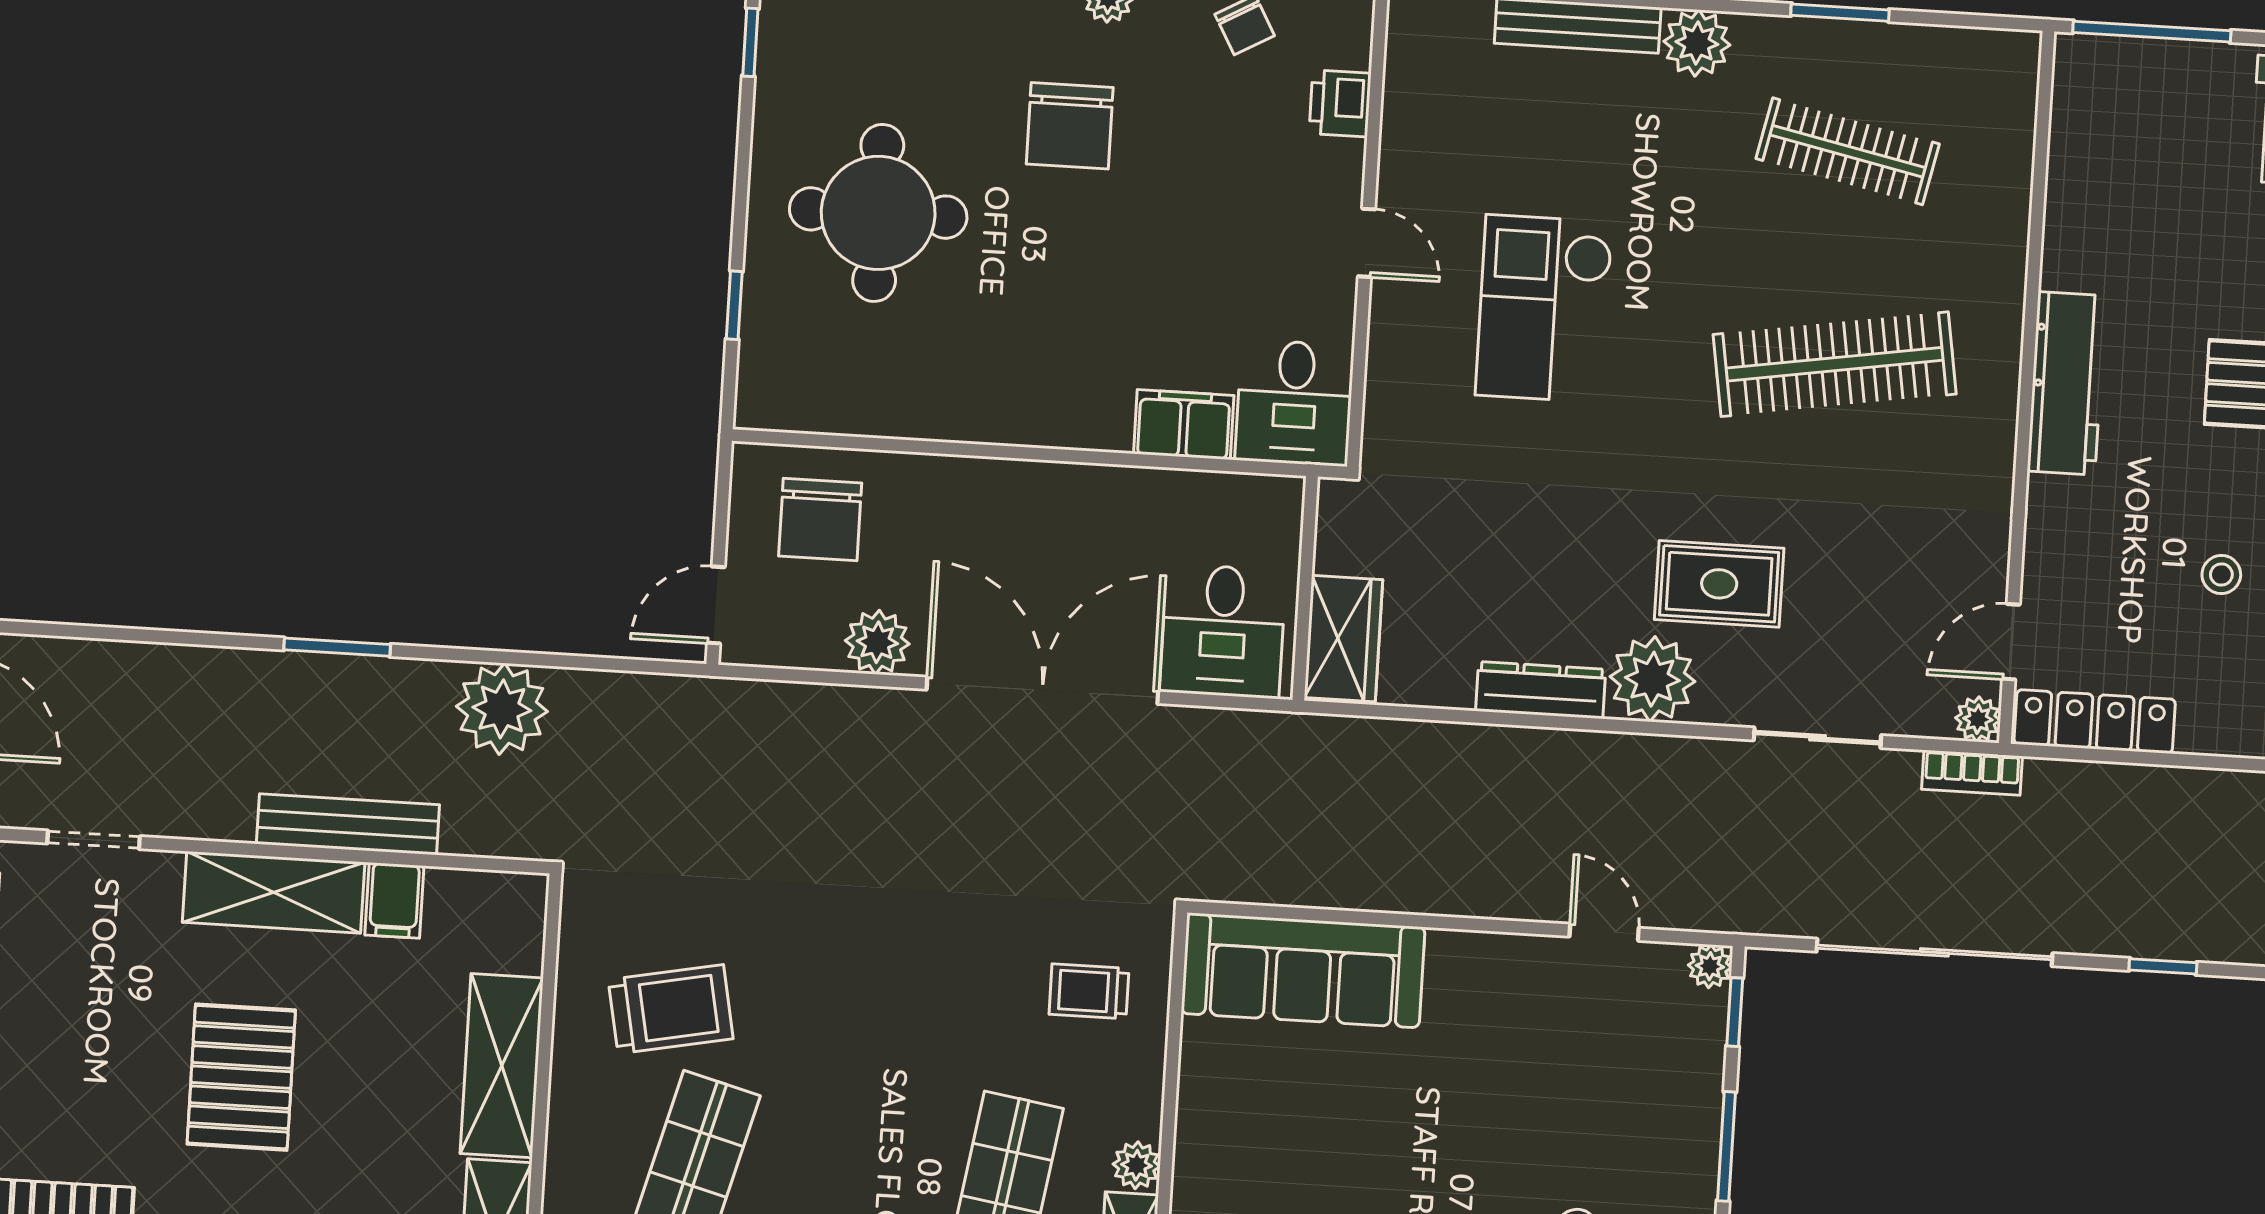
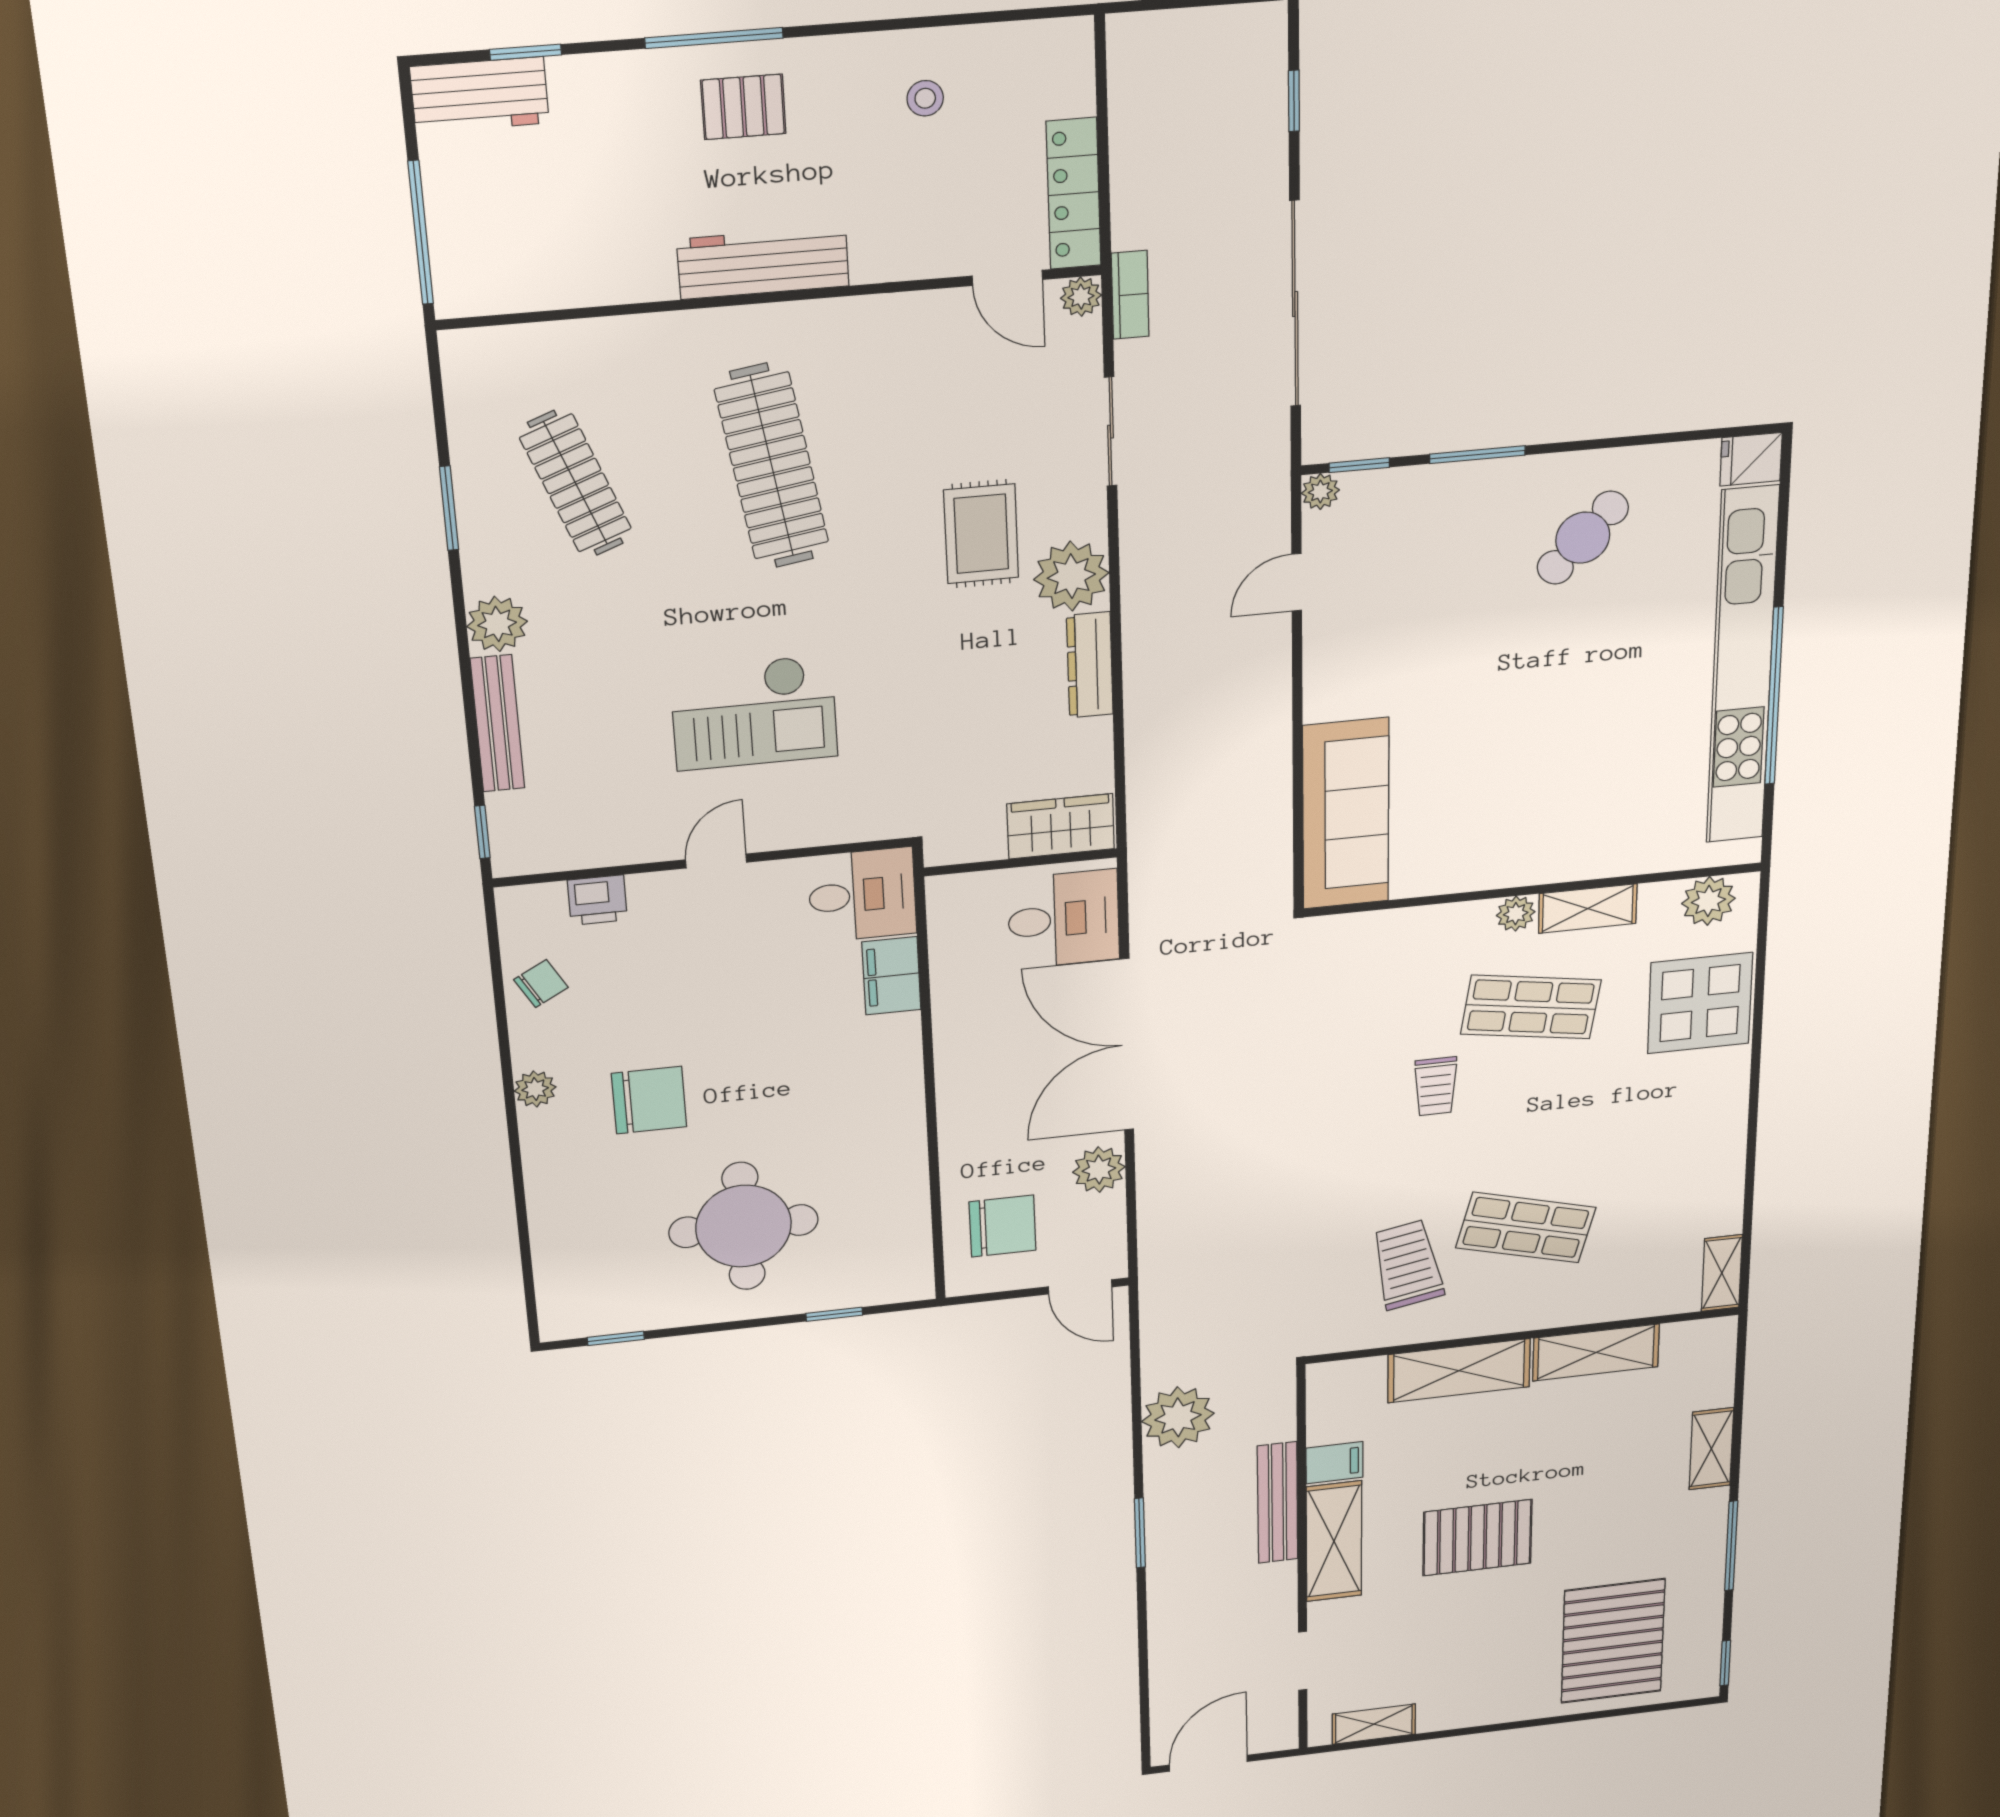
clothes rail: (1848, 151) -> (576, 483), turned -33
trolley: (1089, 991) -> (1436, 1086), moved

